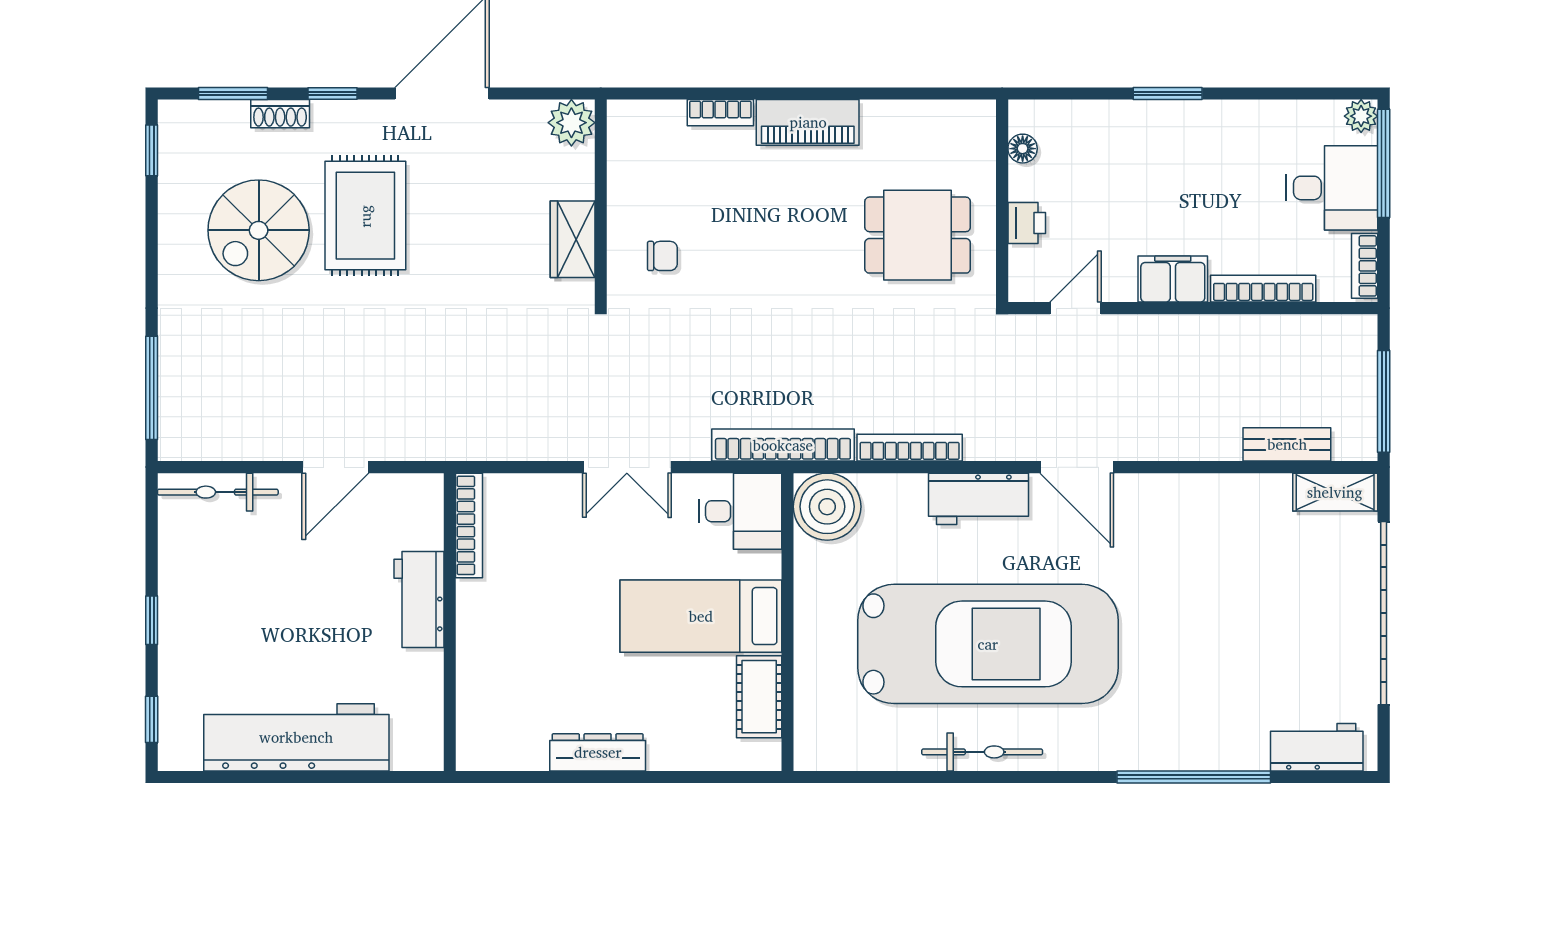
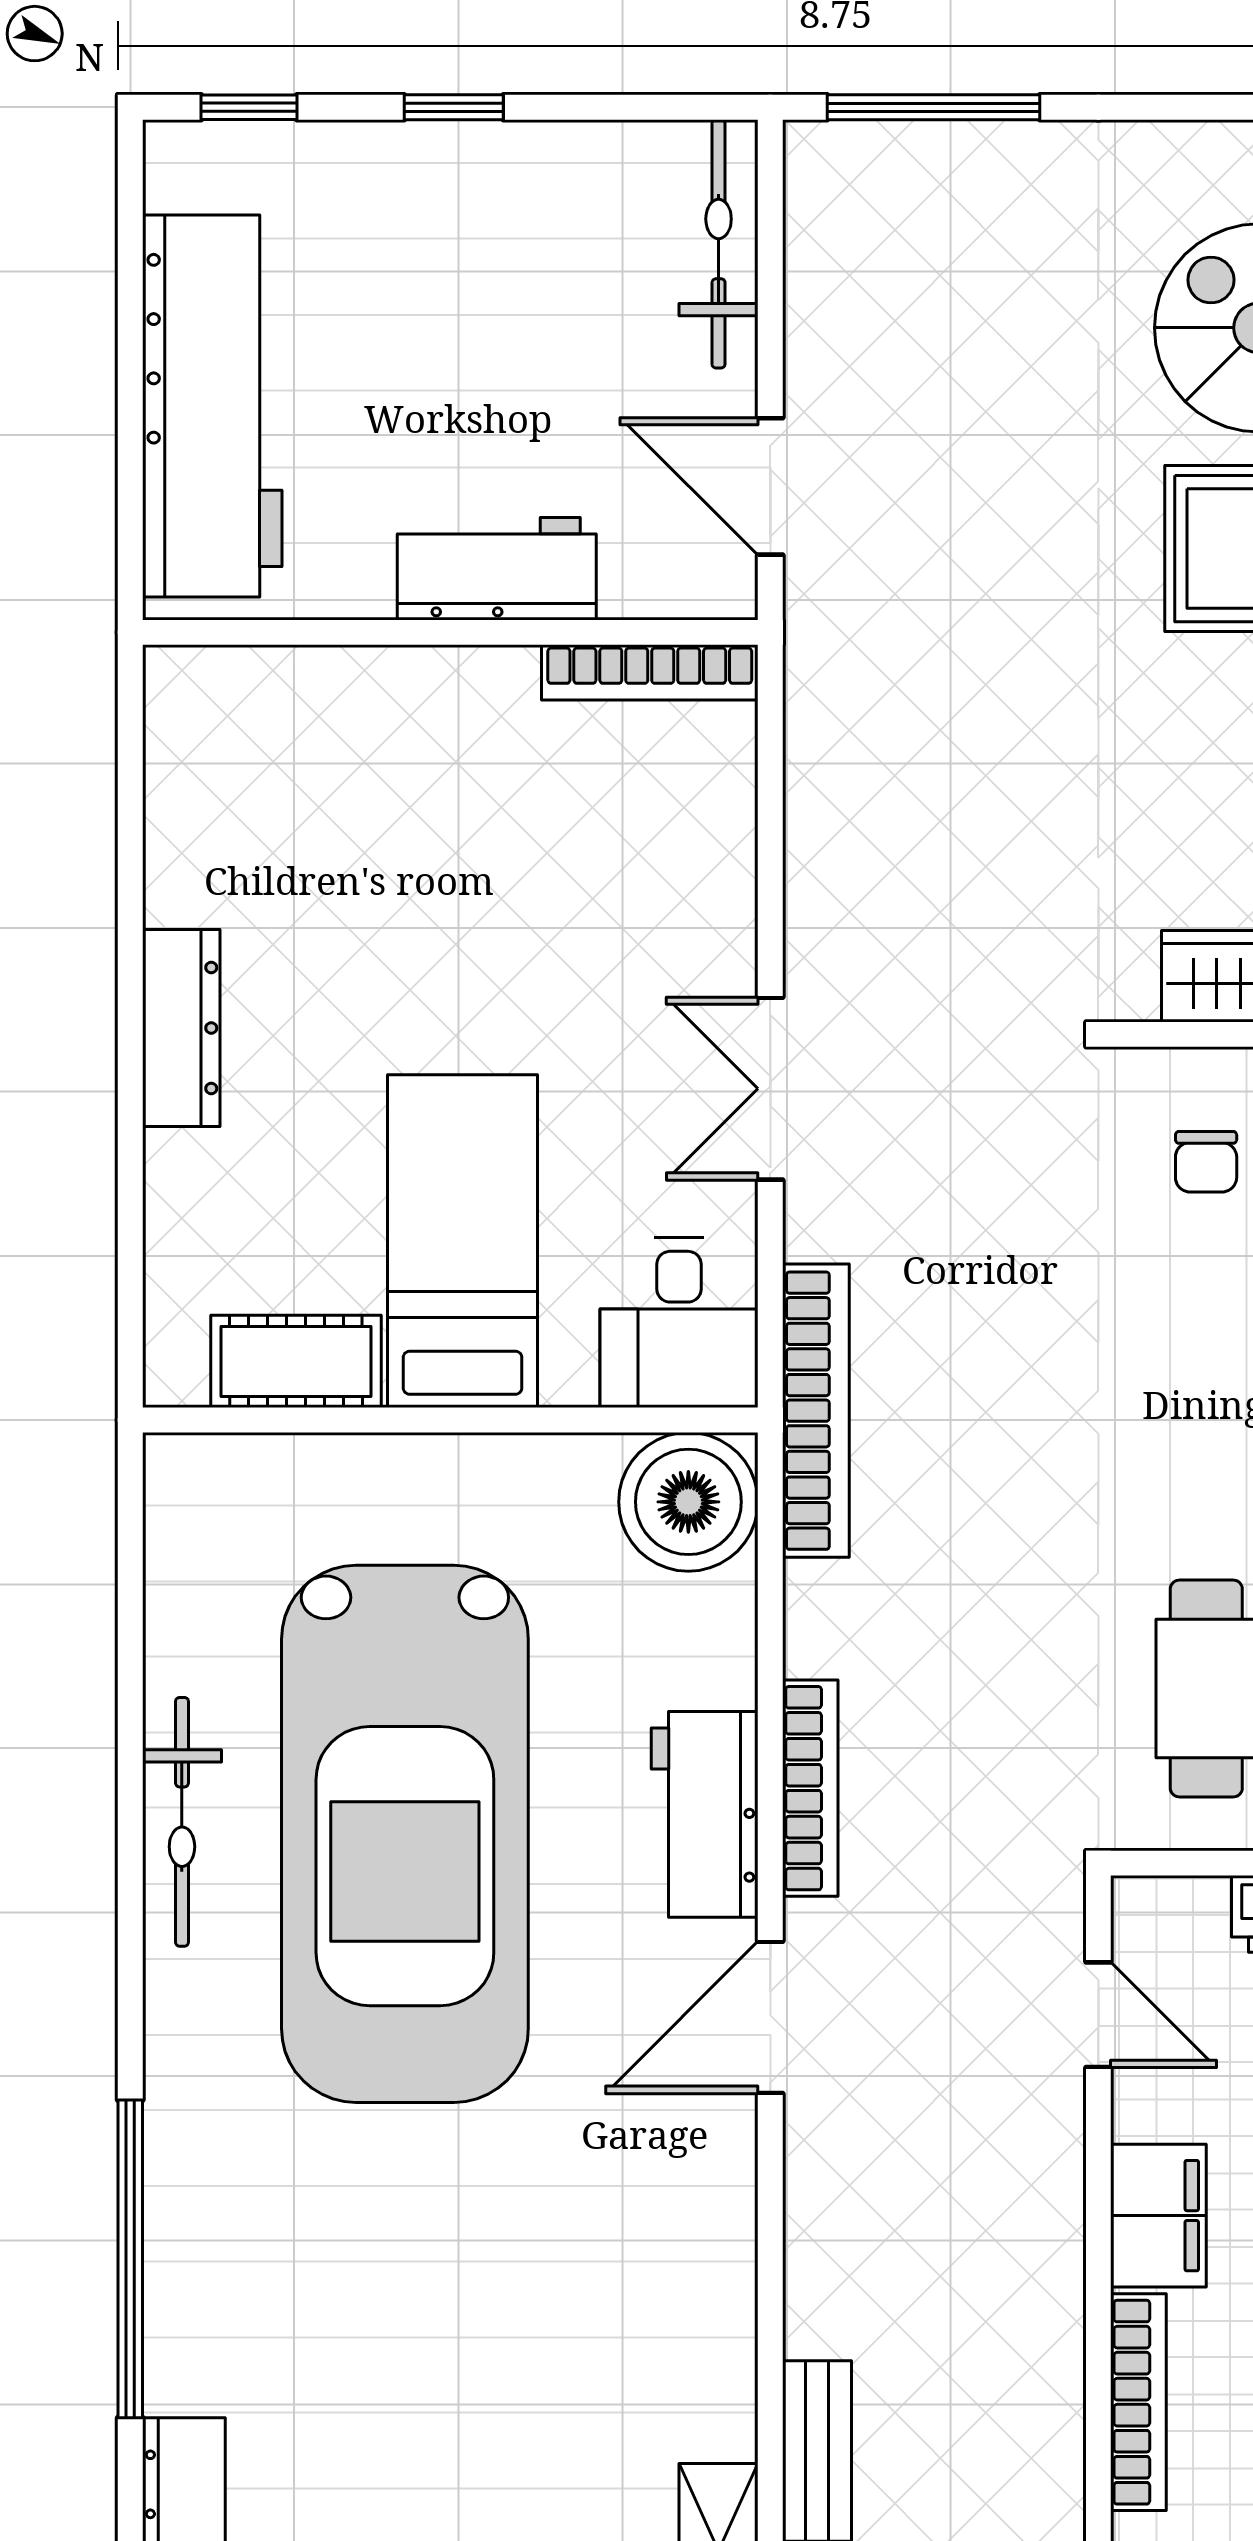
bookcase: (910, 448) -> (810, 1788), moved
bookcase: (469, 525) -> (650, 672), moved
workbench: (419, 599) -> (497, 569), moved
wall: (450, 622) -> (450, 632), moved

